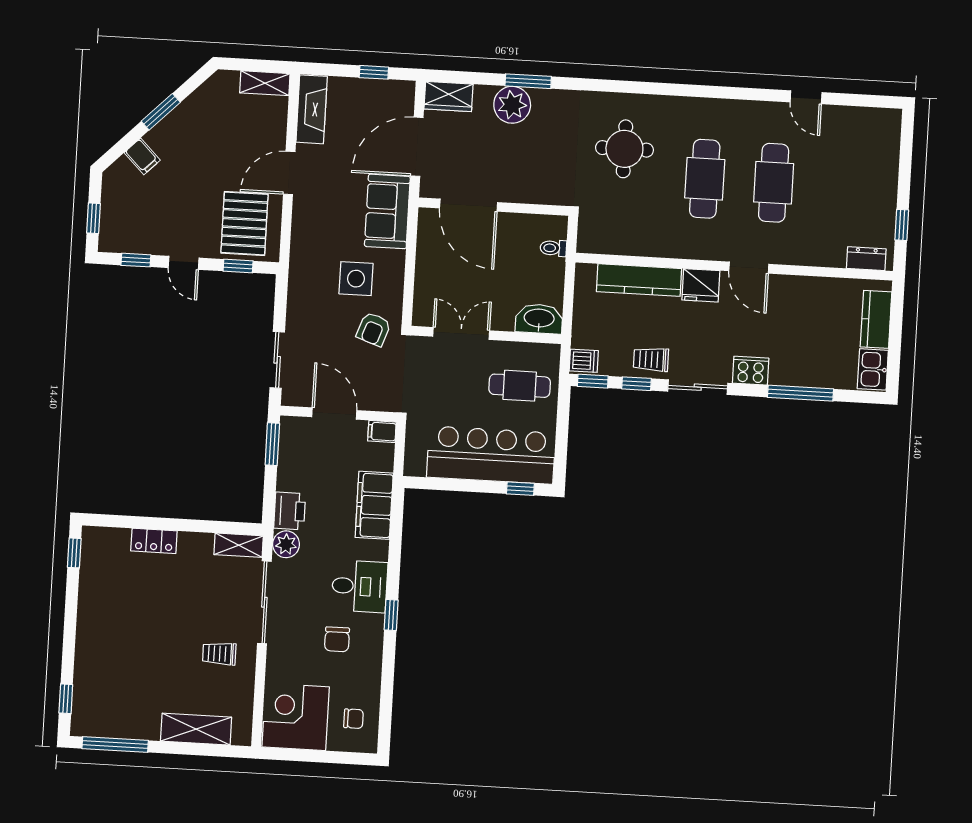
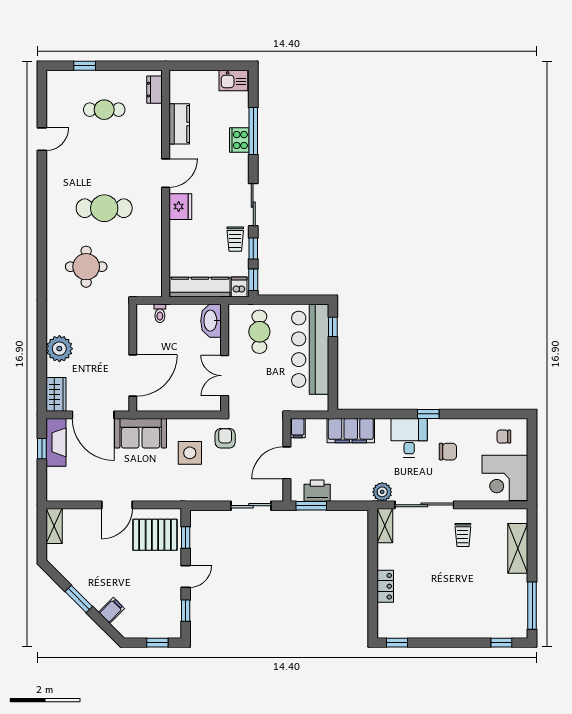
window: (528, 81) -> (42, 338), removed
fireplace: (312, 109) -> (56, 442), moved, turned 90
door: (289, 173) -> (117, 505), hinge flipped
cafe table: (774, 183) -> (104, 110), moved, width x0.73, depth x0.74
window: (902, 225) -> (85, 66), moved
kitchen counter: (639, 280) -> (200, 287), moved, turned -90
kitchen counter: (876, 319) -> (179, 124), moved, turned -90
armchair: (374, 329) -> (225, 438), turned -109
cooker: (751, 371) -> (239, 140), moved
printer: (290, 511) -> (317, 491), moved
chair: (353, 719) -> (504, 437), turned -90

